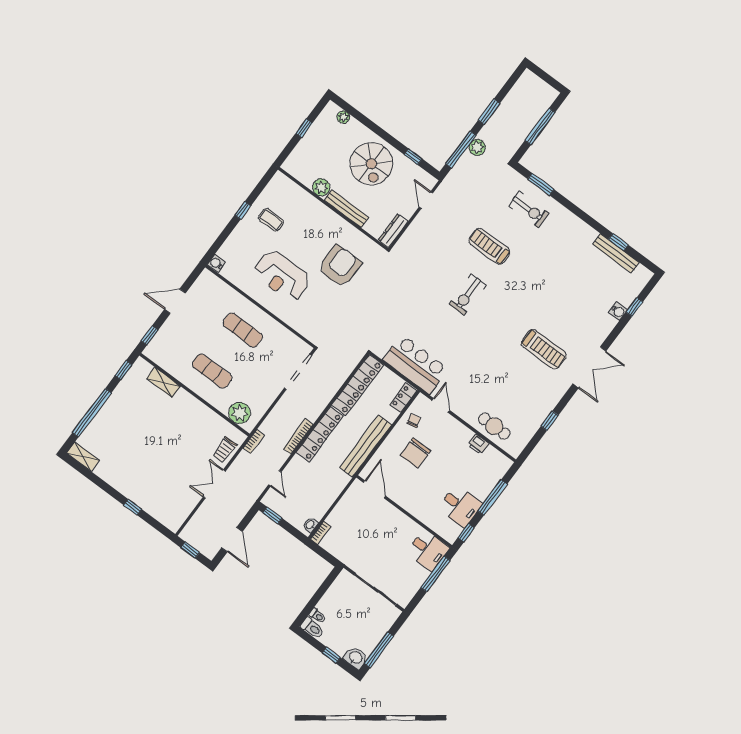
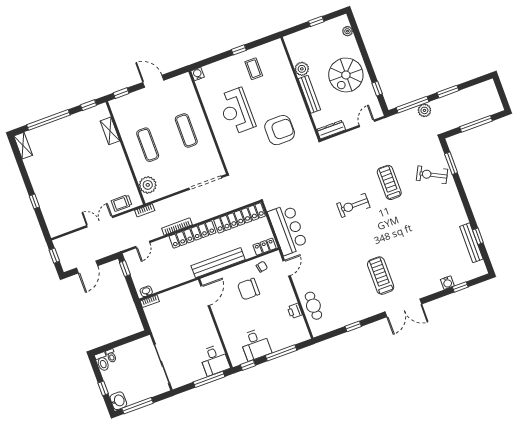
exercise bike: (529, 209) -> (432, 175), turned 117
treadmill: (544, 349) -> (381, 276), turned 180

